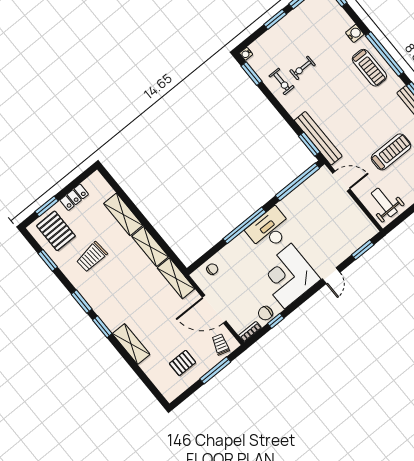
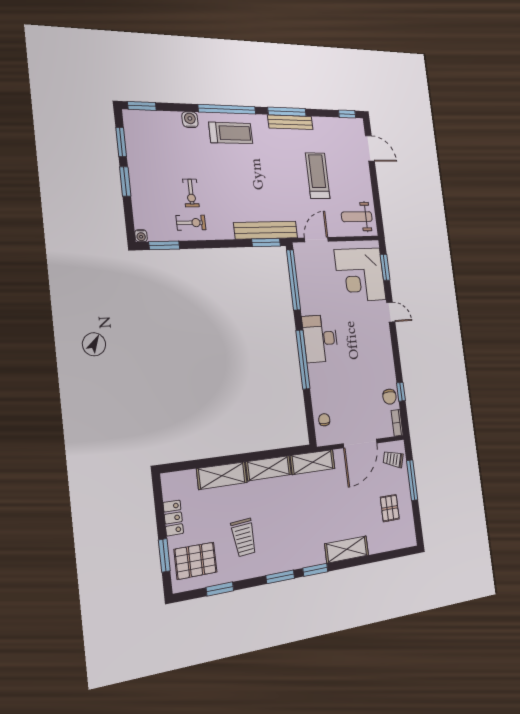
corner desk: (288, 276) -> (360, 275), moved

